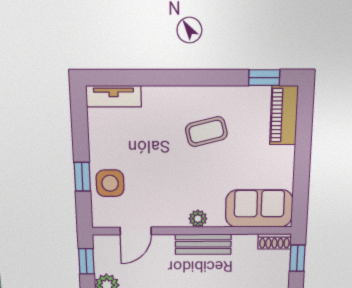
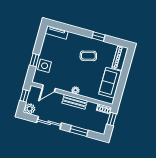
window: (264, 78) -> (98, 36), moved
sofa: (259, 208) -> (110, 83), moved, turned -90

